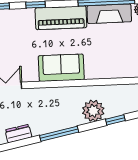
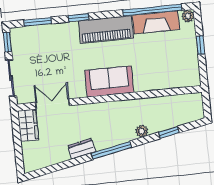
plant: (93, 111) -> (142, 131), width x0.53, depth x0.53
dresser: (18, 134) -> (82, 149), moved

